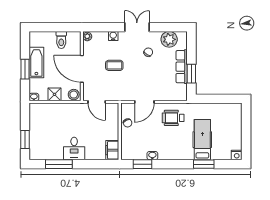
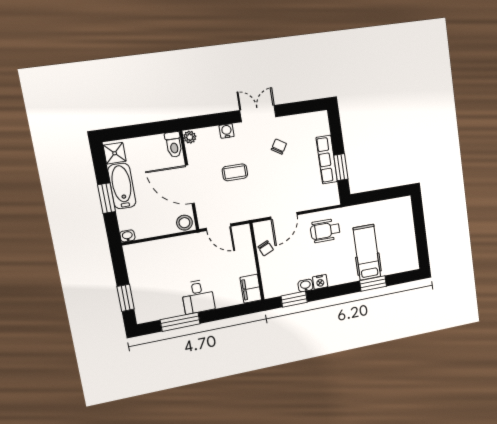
plant: (169, 39) -> (305, 124), removed
toilet: (61, 40) -> (174, 145), moved
shower: (54, 94) -> (115, 153), moved
nightstand: (237, 155) -> (320, 282), moved

